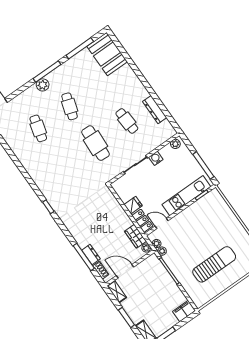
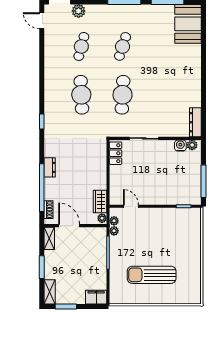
plant: (43, 85) -> (79, 11), moved
dresser: (155, 110) -> (195, 122), moved
cafe table: (127, 121) -> (81, 95), moved, width x1.37, depth x1.35
water cooler: (156, 158) -> (180, 146), moved
kitchen unit: (186, 196) -> (170, 197), removed
fridge: (133, 205) -> (117, 173), removed
locker: (142, 221) -> (116, 153), moved
dresser: (91, 255) -> (50, 167), moved
window: (84, 257) -> (42, 188), width x1.46
sun lounger: (214, 264) -> (152, 275), turned 180

